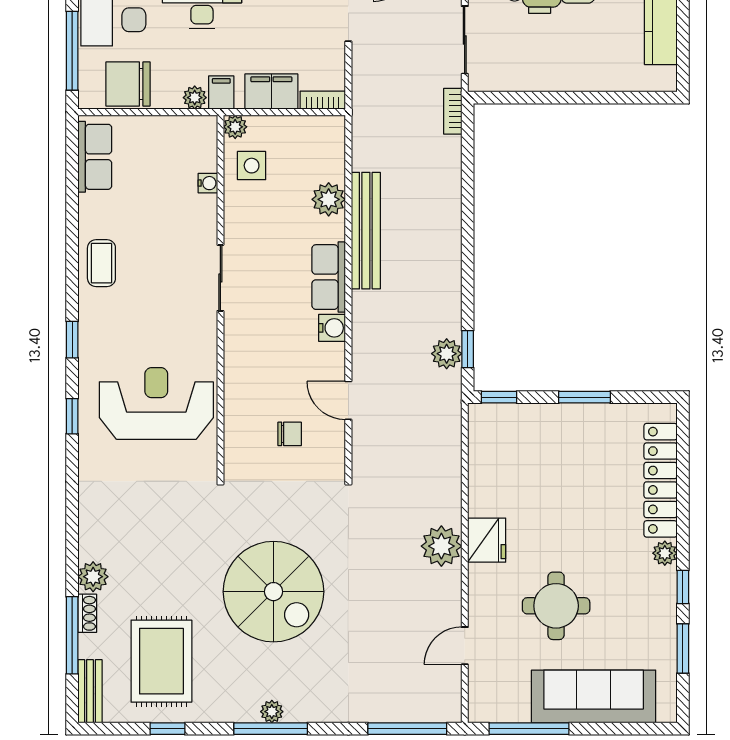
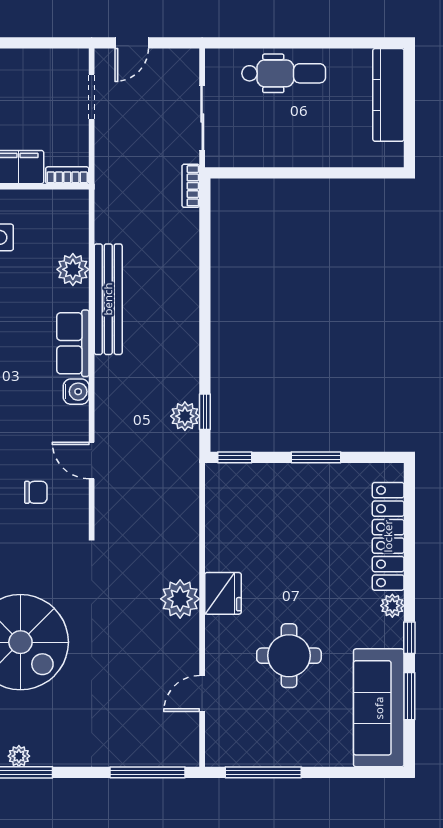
sofa: (594, 696) -> (379, 708), moved, turned -90

